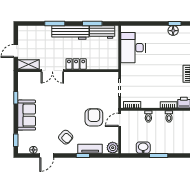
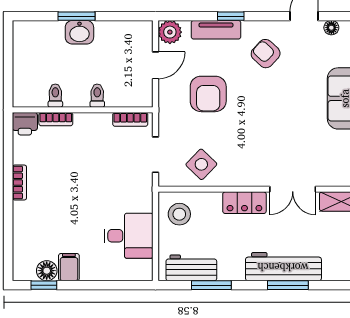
workbench: (70, 32) -> (283, 267), moved
filing cabinet: (162, 32) -> (69, 267), added
desk: (133, 48) -> (129, 236), width x0.73
stool: (108, 58) -> (179, 214), added
double door: (52, 71) -> (293, 189), swing flipped
side table: (97, 83) -> (201, 164), added
door: (120, 120) -> (156, 65), moved
washbasin: (143, 148) -> (79, 32), moved

